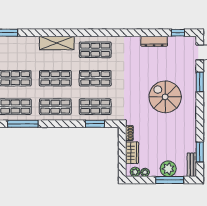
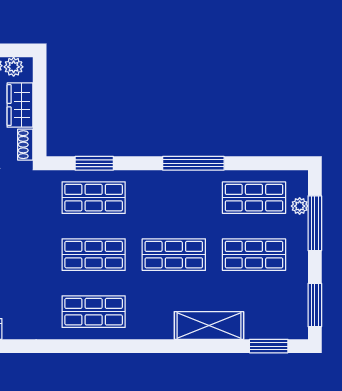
shelving: (57, 43) -> (209, 325), moved
shop shelf: (55, 107) -> (174, 198), removed
window: (23, 124) -> (193, 163), moved

